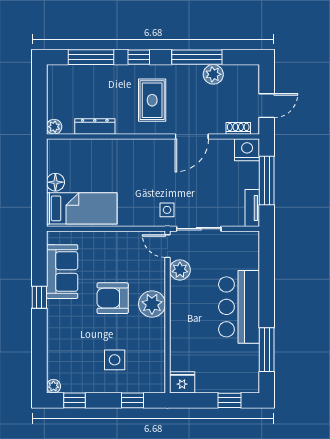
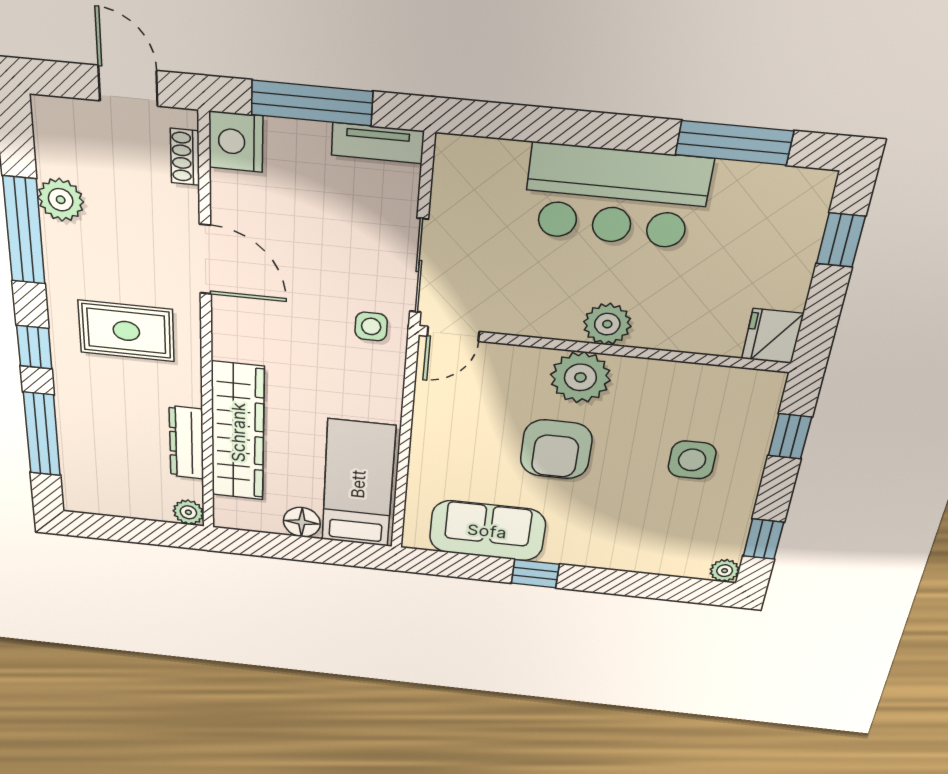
wardrobe: (104, 151) -> (238, 432), added
plant: (180, 270) -> (607, 324), moved

